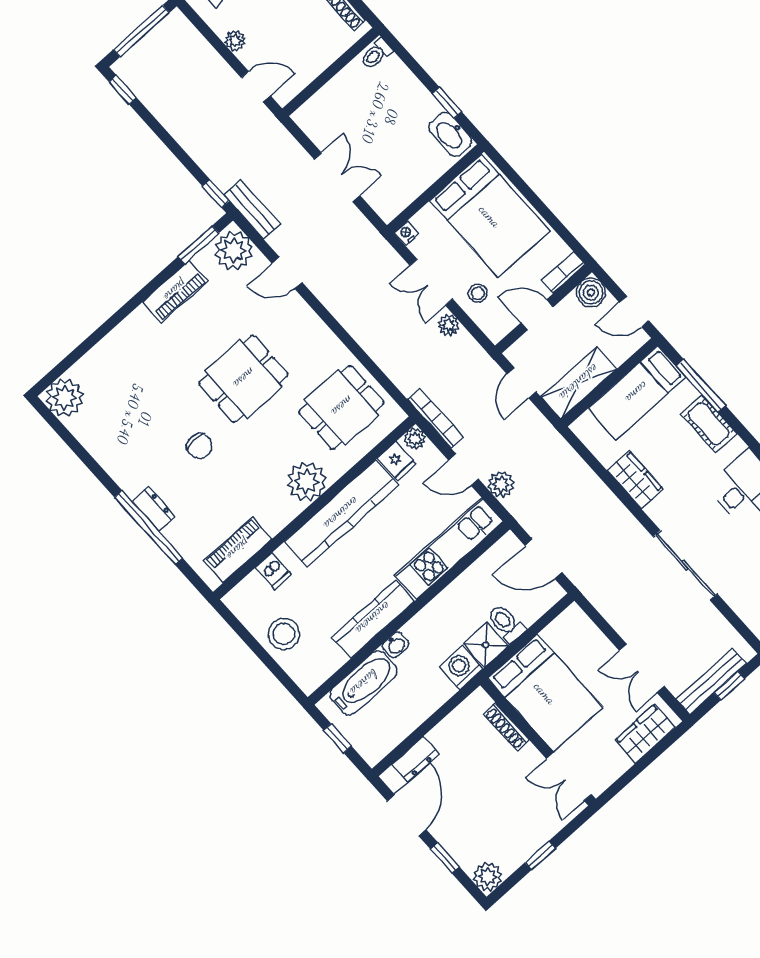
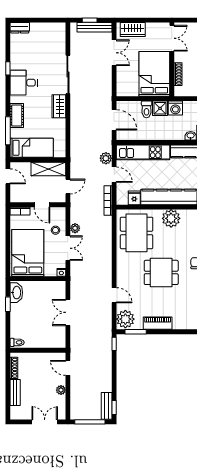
bench: (252, 210) -> (107, 406), moved
boiler: (591, 292) -> (17, 196), removed
dining table: (342, 407) -> (137, 233), width x1.37
plant: (415, 439) -> (121, 200), removed
wardrobe: (635, 480) -> (59, 106), moved

